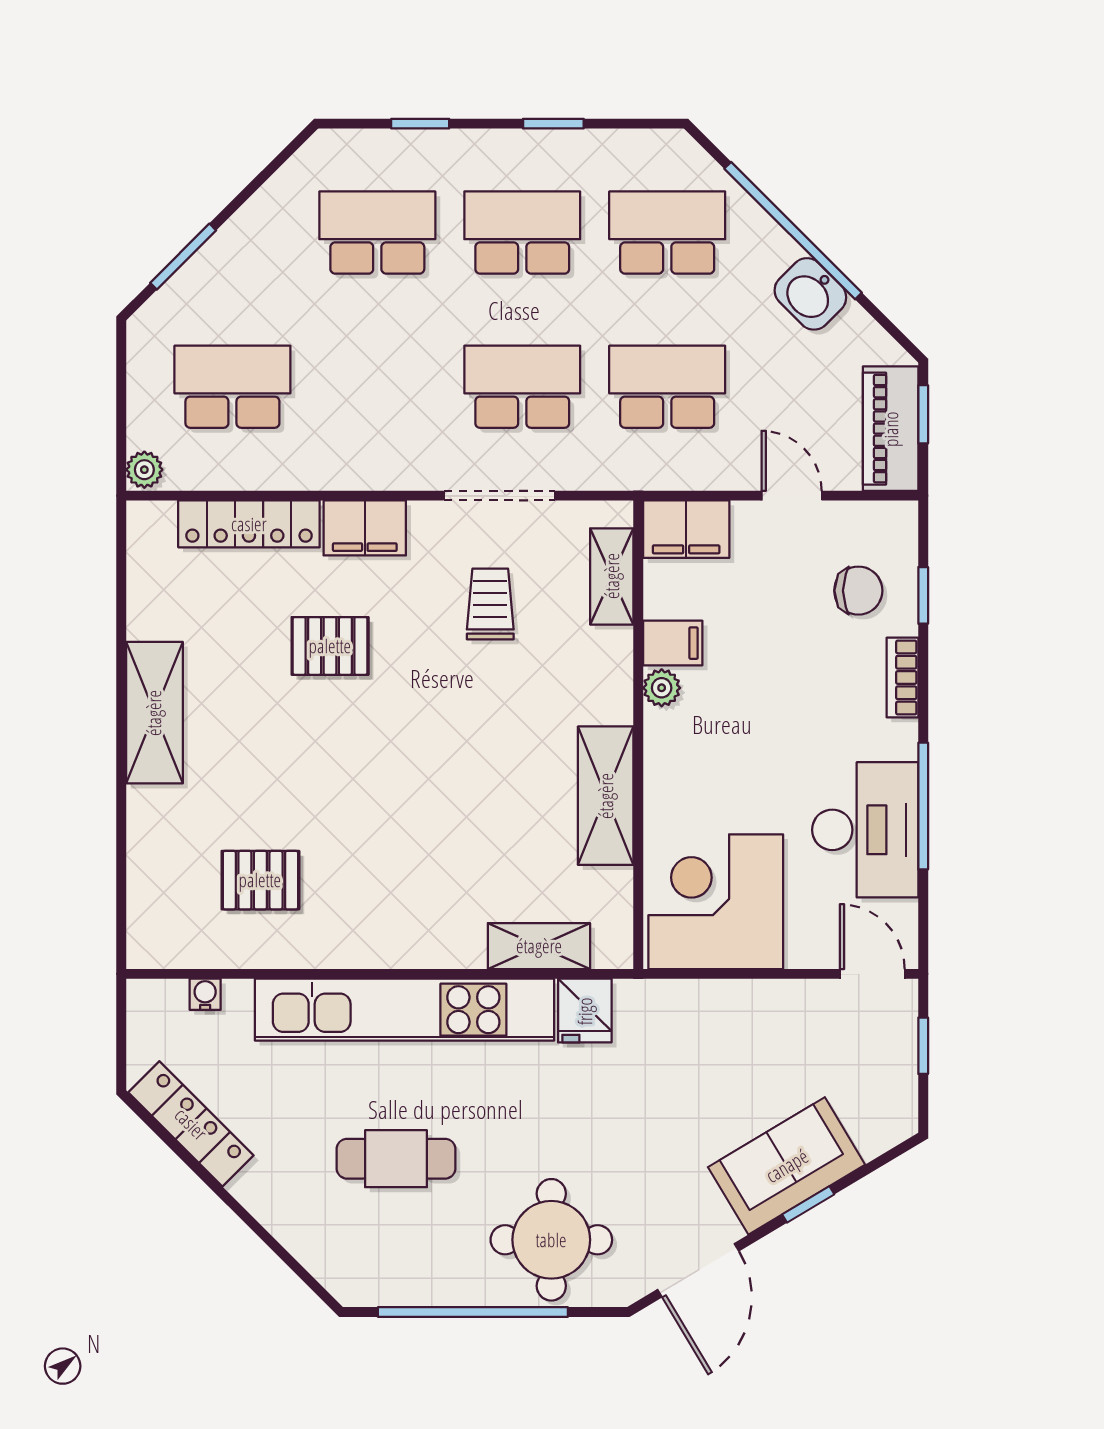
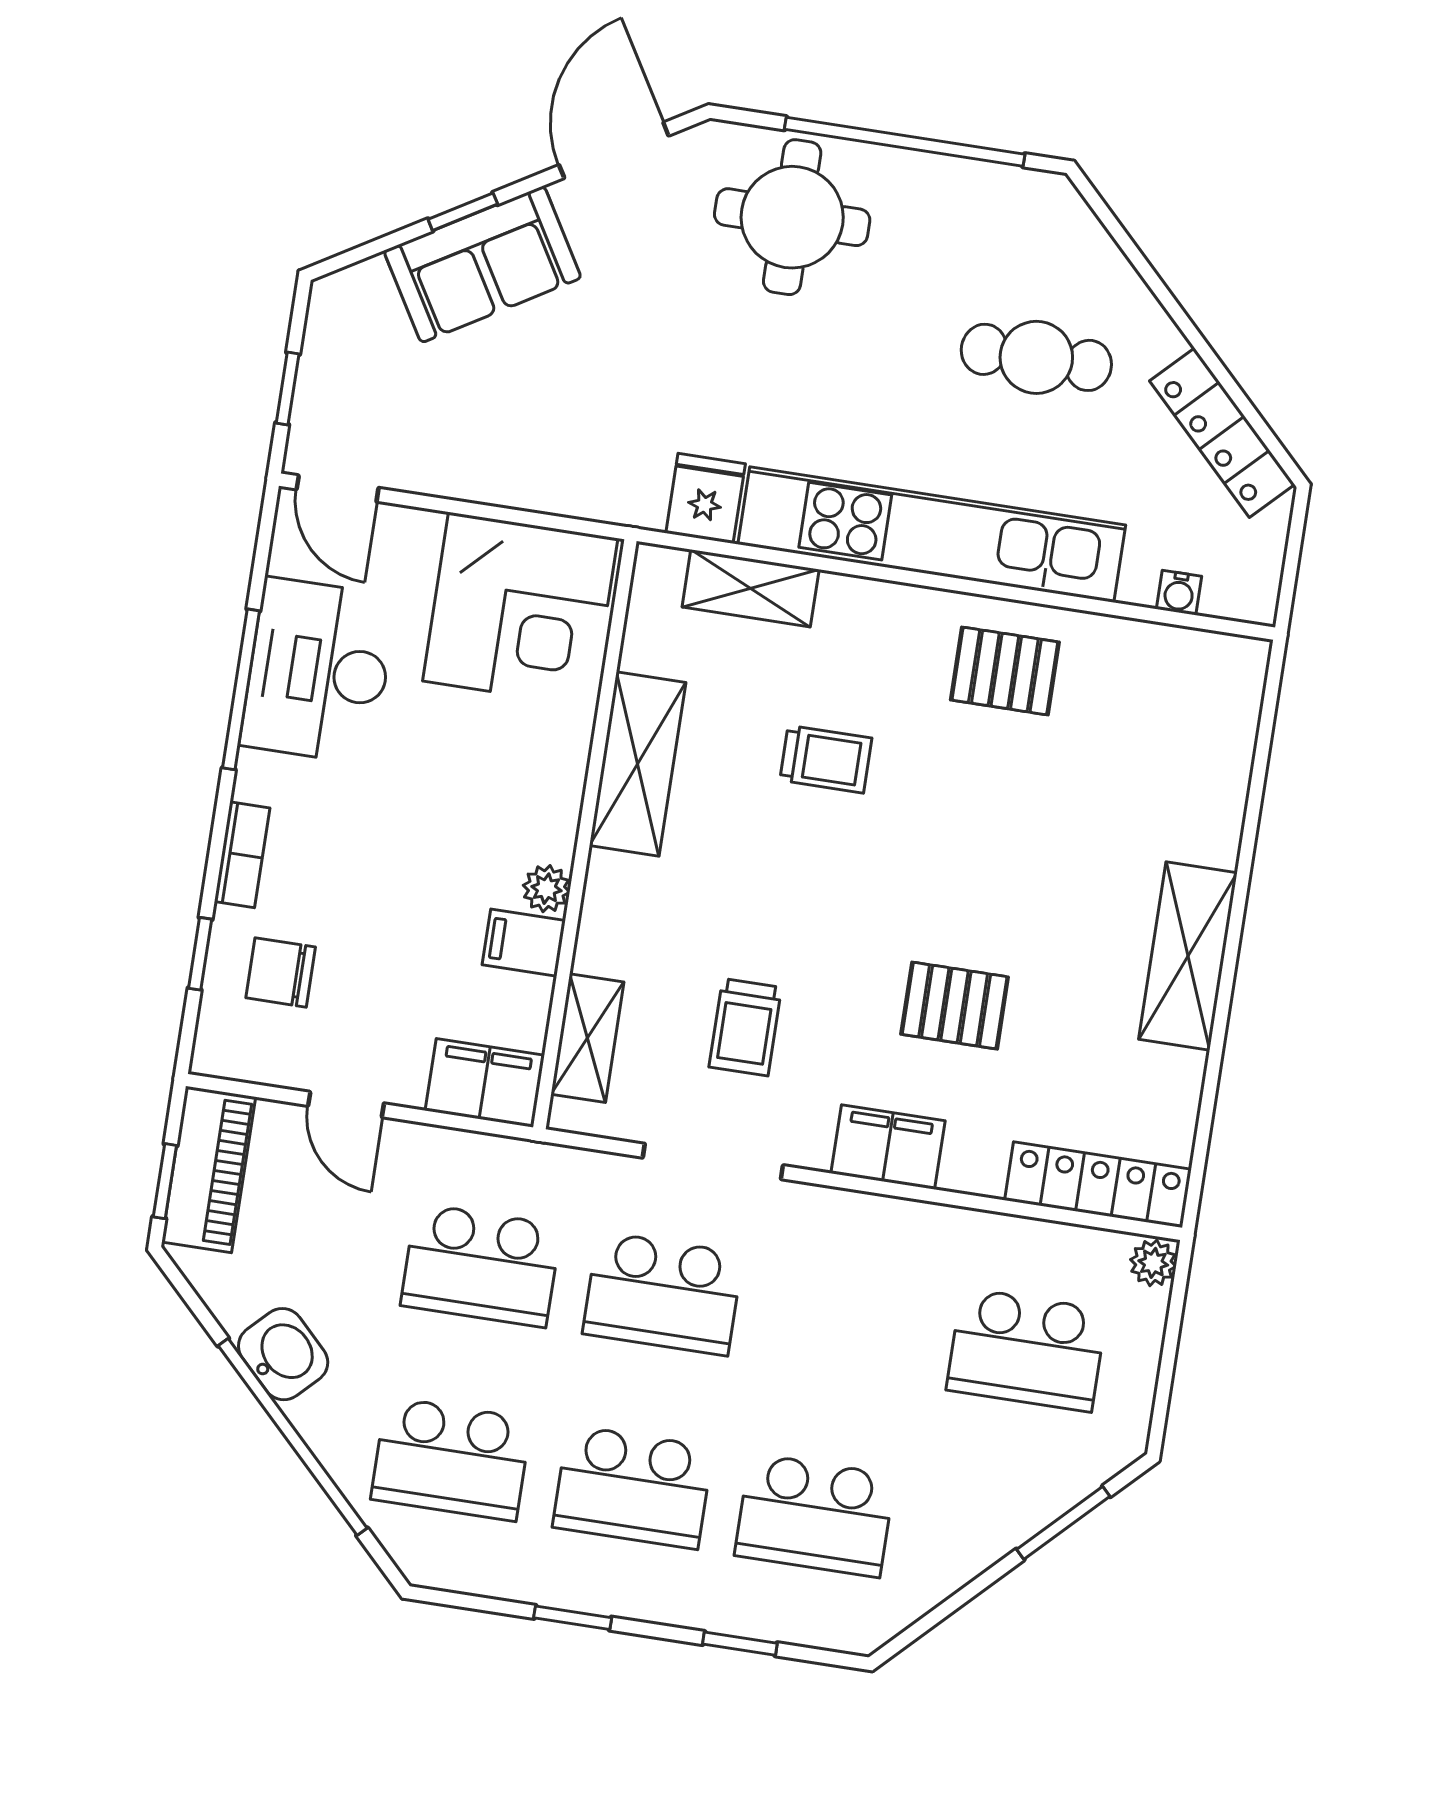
locker: (249, 524) -> (1098, 1185), moved
trolley: (460, 822) -> (826, 759), added
pallet: (260, 880) -> (1005, 671), moved
cafe table: (396, 1159) -> (1036, 357), moved

